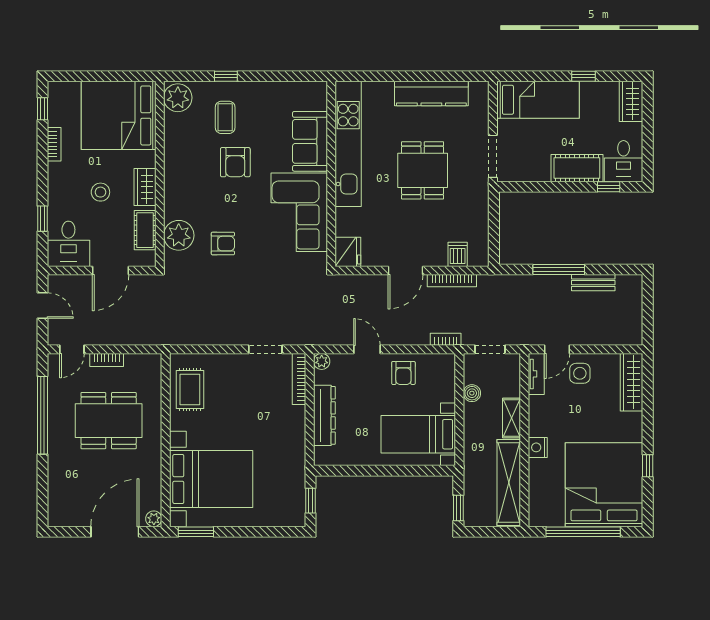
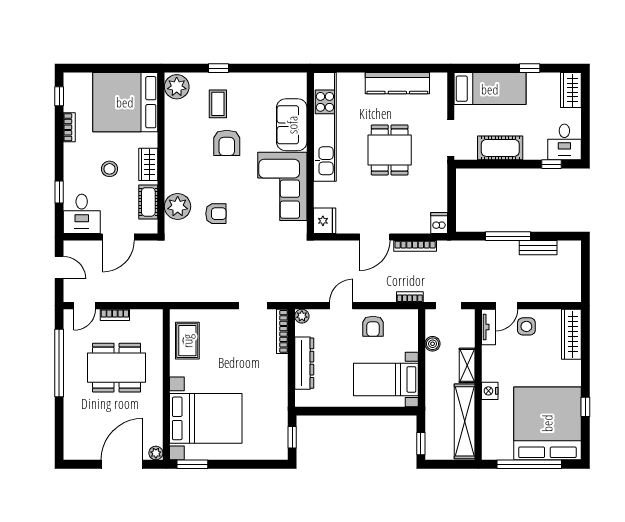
cot: (577, 168) -> (500, 148), moved
dishwasher: (458, 254) -> (439, 223), moved
door: (367, 349) -> (341, 306), hinge flipped

